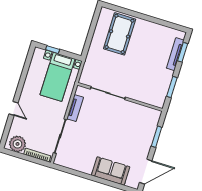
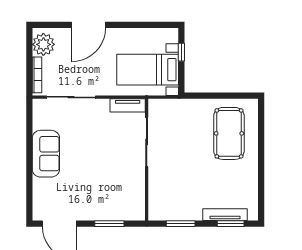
pool table: (120, 34) -> (229, 133), turned 90
door: (14, 108) -> (88, 25), width x1.88
tv unit: (75, 108) -> (128, 105), moved
sofa: (111, 171) -> (46, 154), moved

